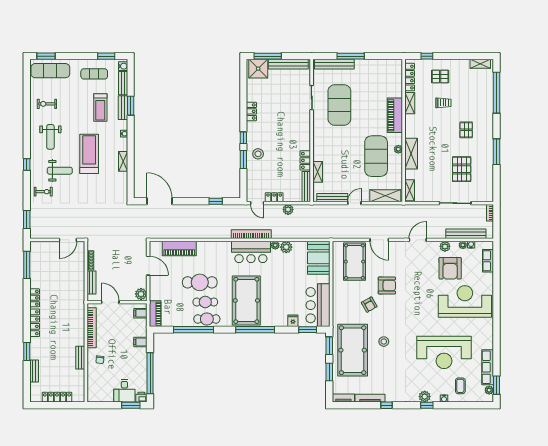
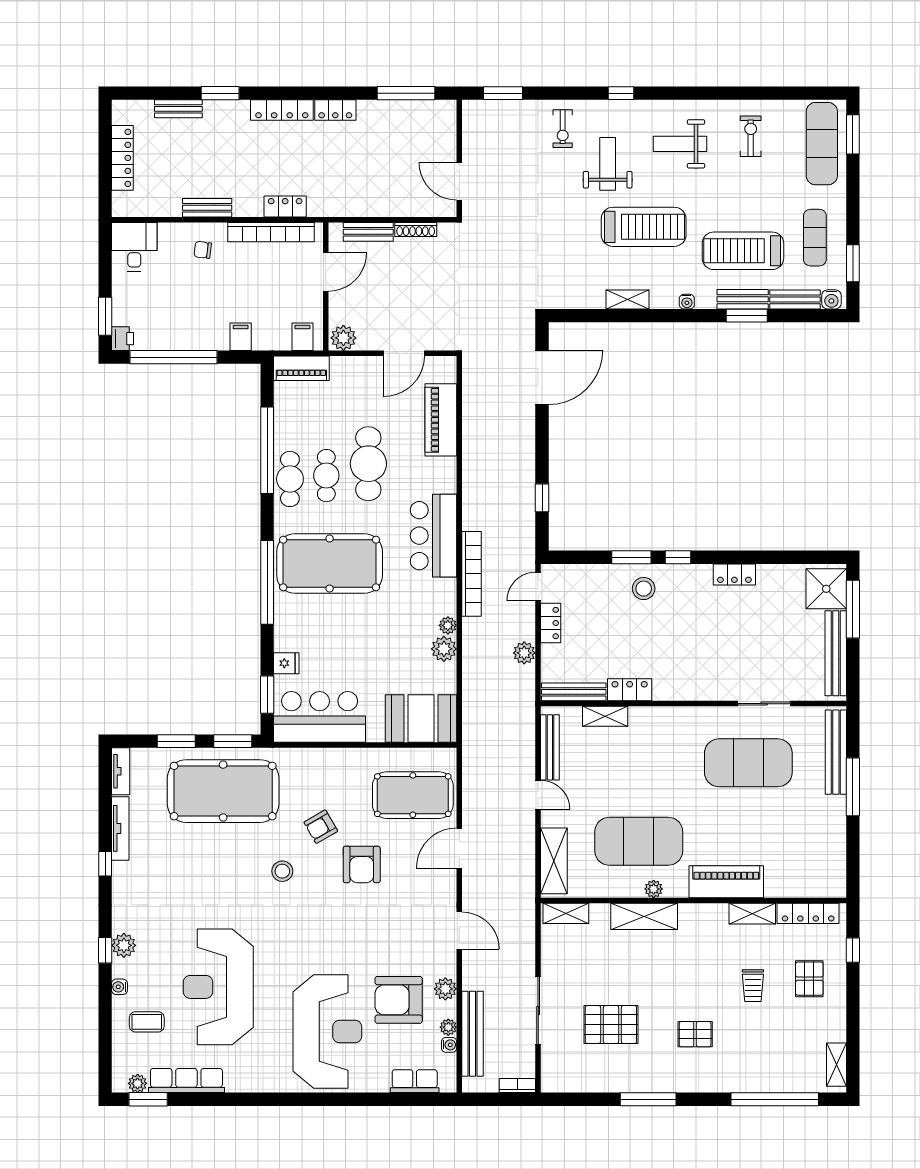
treadmill: (100, 107) -> (743, 251), width x1.37, depth x1.38
weight bench: (60, 171) -> (608, 164), turned 180
bar counter: (251, 252) -> (434, 536), moved
locker: (80, 321) -> (285, 206), added
stool: (384, 342) -> (282, 871), moved
desk: (124, 391) -> (134, 247), moved, turned 90

